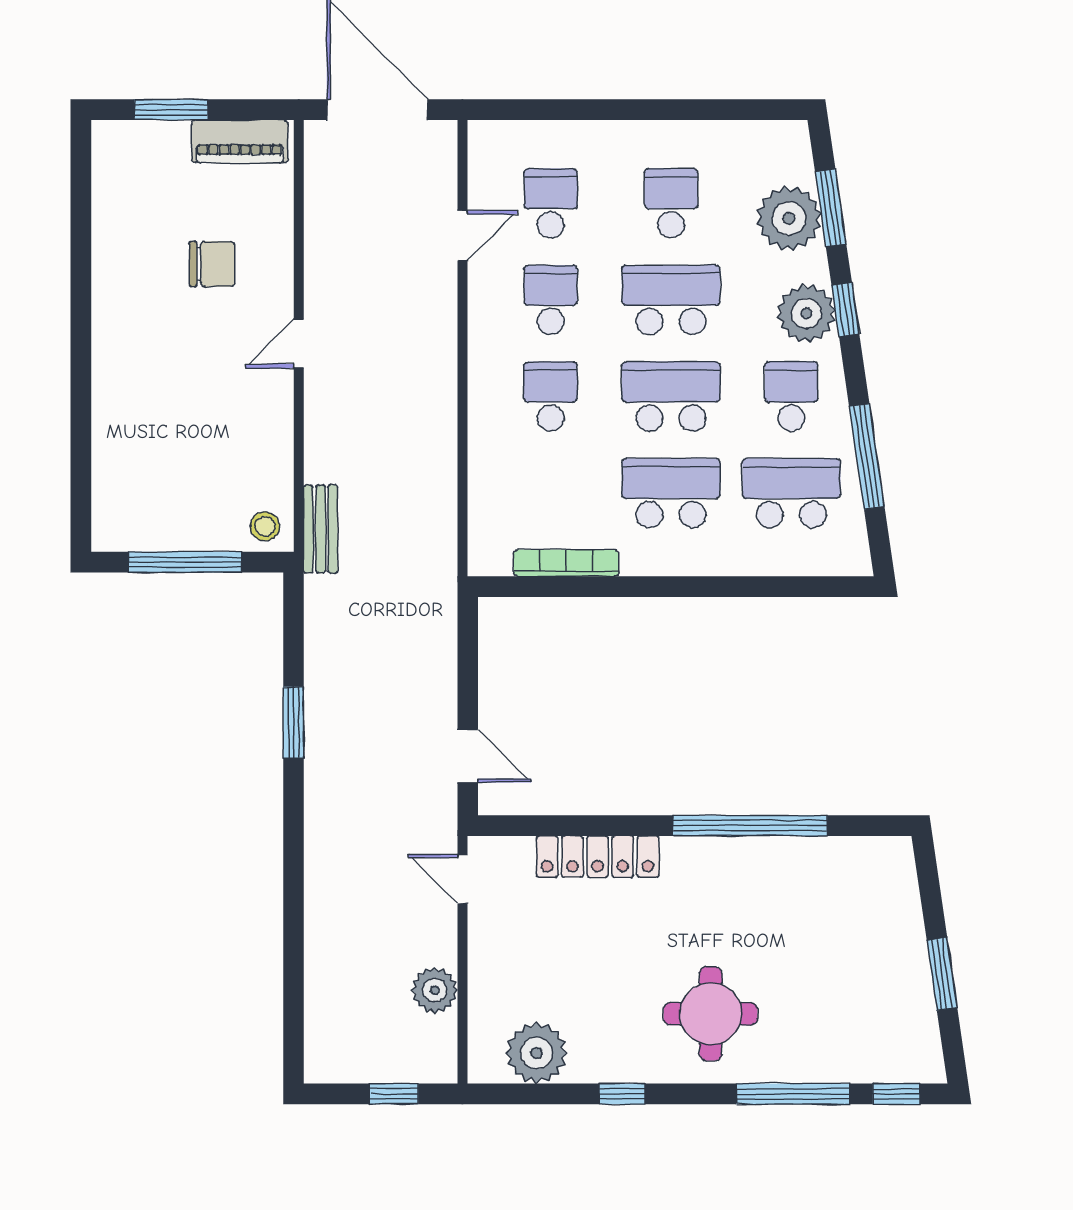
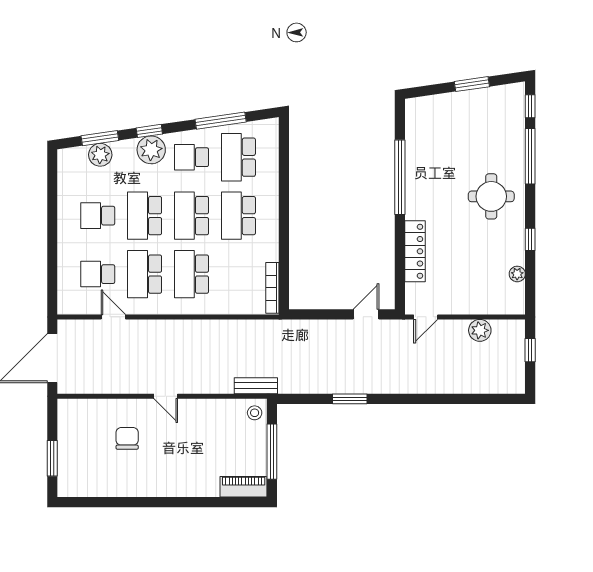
piano: (240, 141) -> (244, 487), moved, turned -90
plant: (789, 218) -> (100, 155), width x0.73, depth x0.73
school desk: (551, 300) -> (145, 274), width x1.85
school desk: (551, 396) -> (192, 274), width x1.85
bookcase: (566, 563) -> (272, 288), moved
plant: (537, 1053) -> (517, 274), width x0.53, depth x0.53

